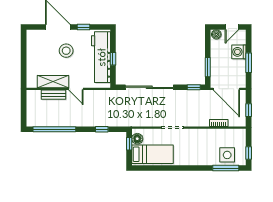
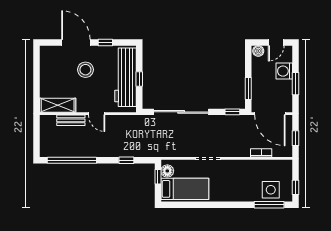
shelving: (53, 82) -> (58, 105), moved

